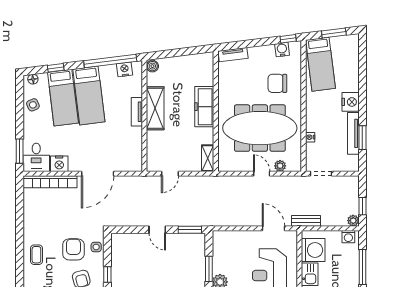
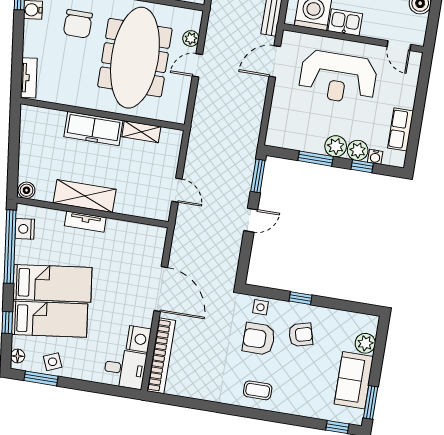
window: (20, 151) -> (41, 378), moved
shelving: (208, 158) -> (141, 132), moved

